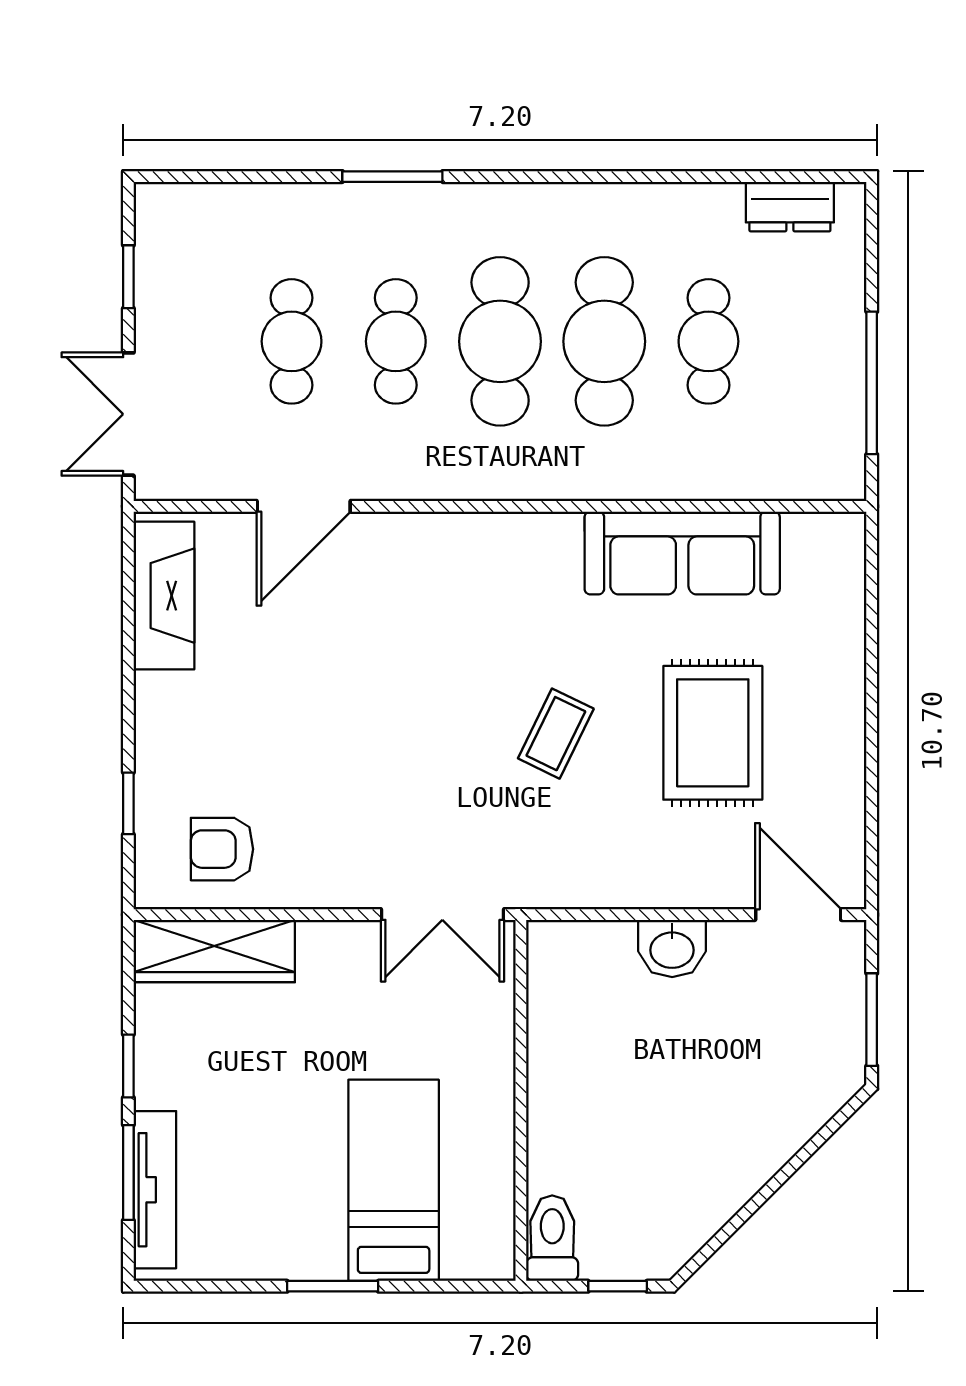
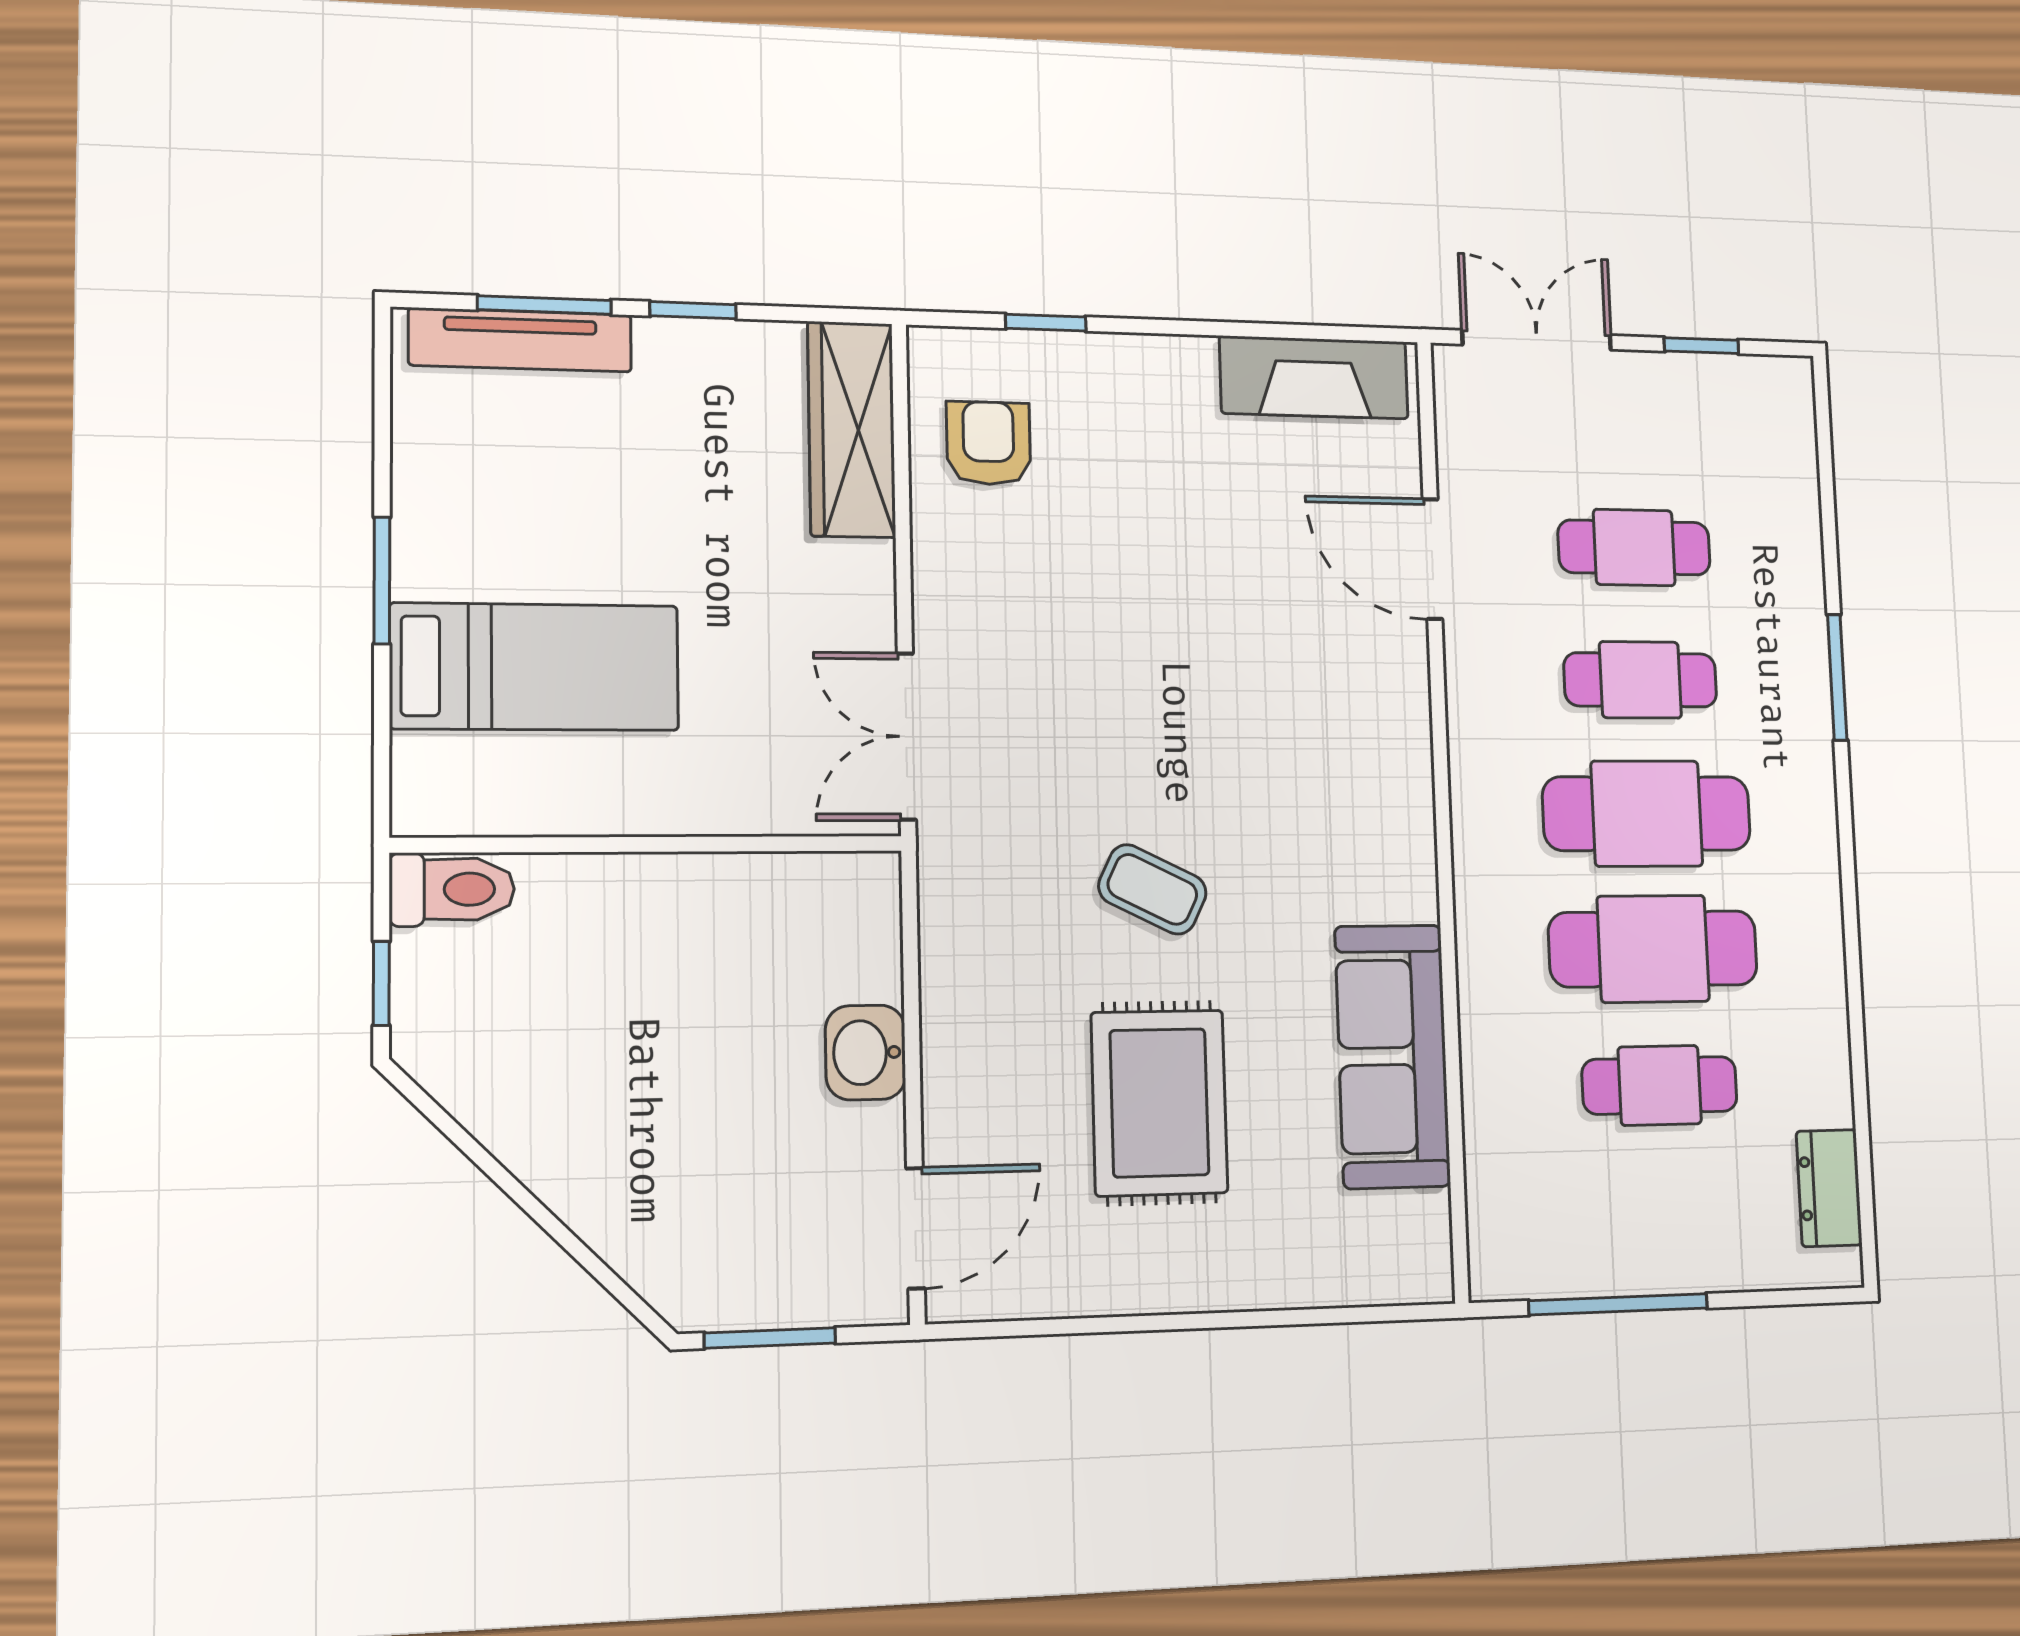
rug: (713, 733) -> (1159, 1103), turned 90

